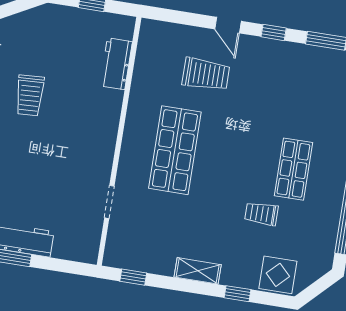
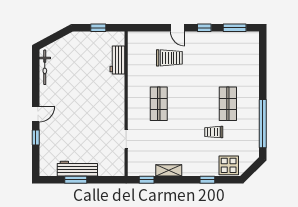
trolley: (30, 95) -> (71, 86), removed
shop shelf: (175, 150) -> (159, 104), width x0.70, depth x0.74
shelving: (198, 271) -> (169, 170), moved

